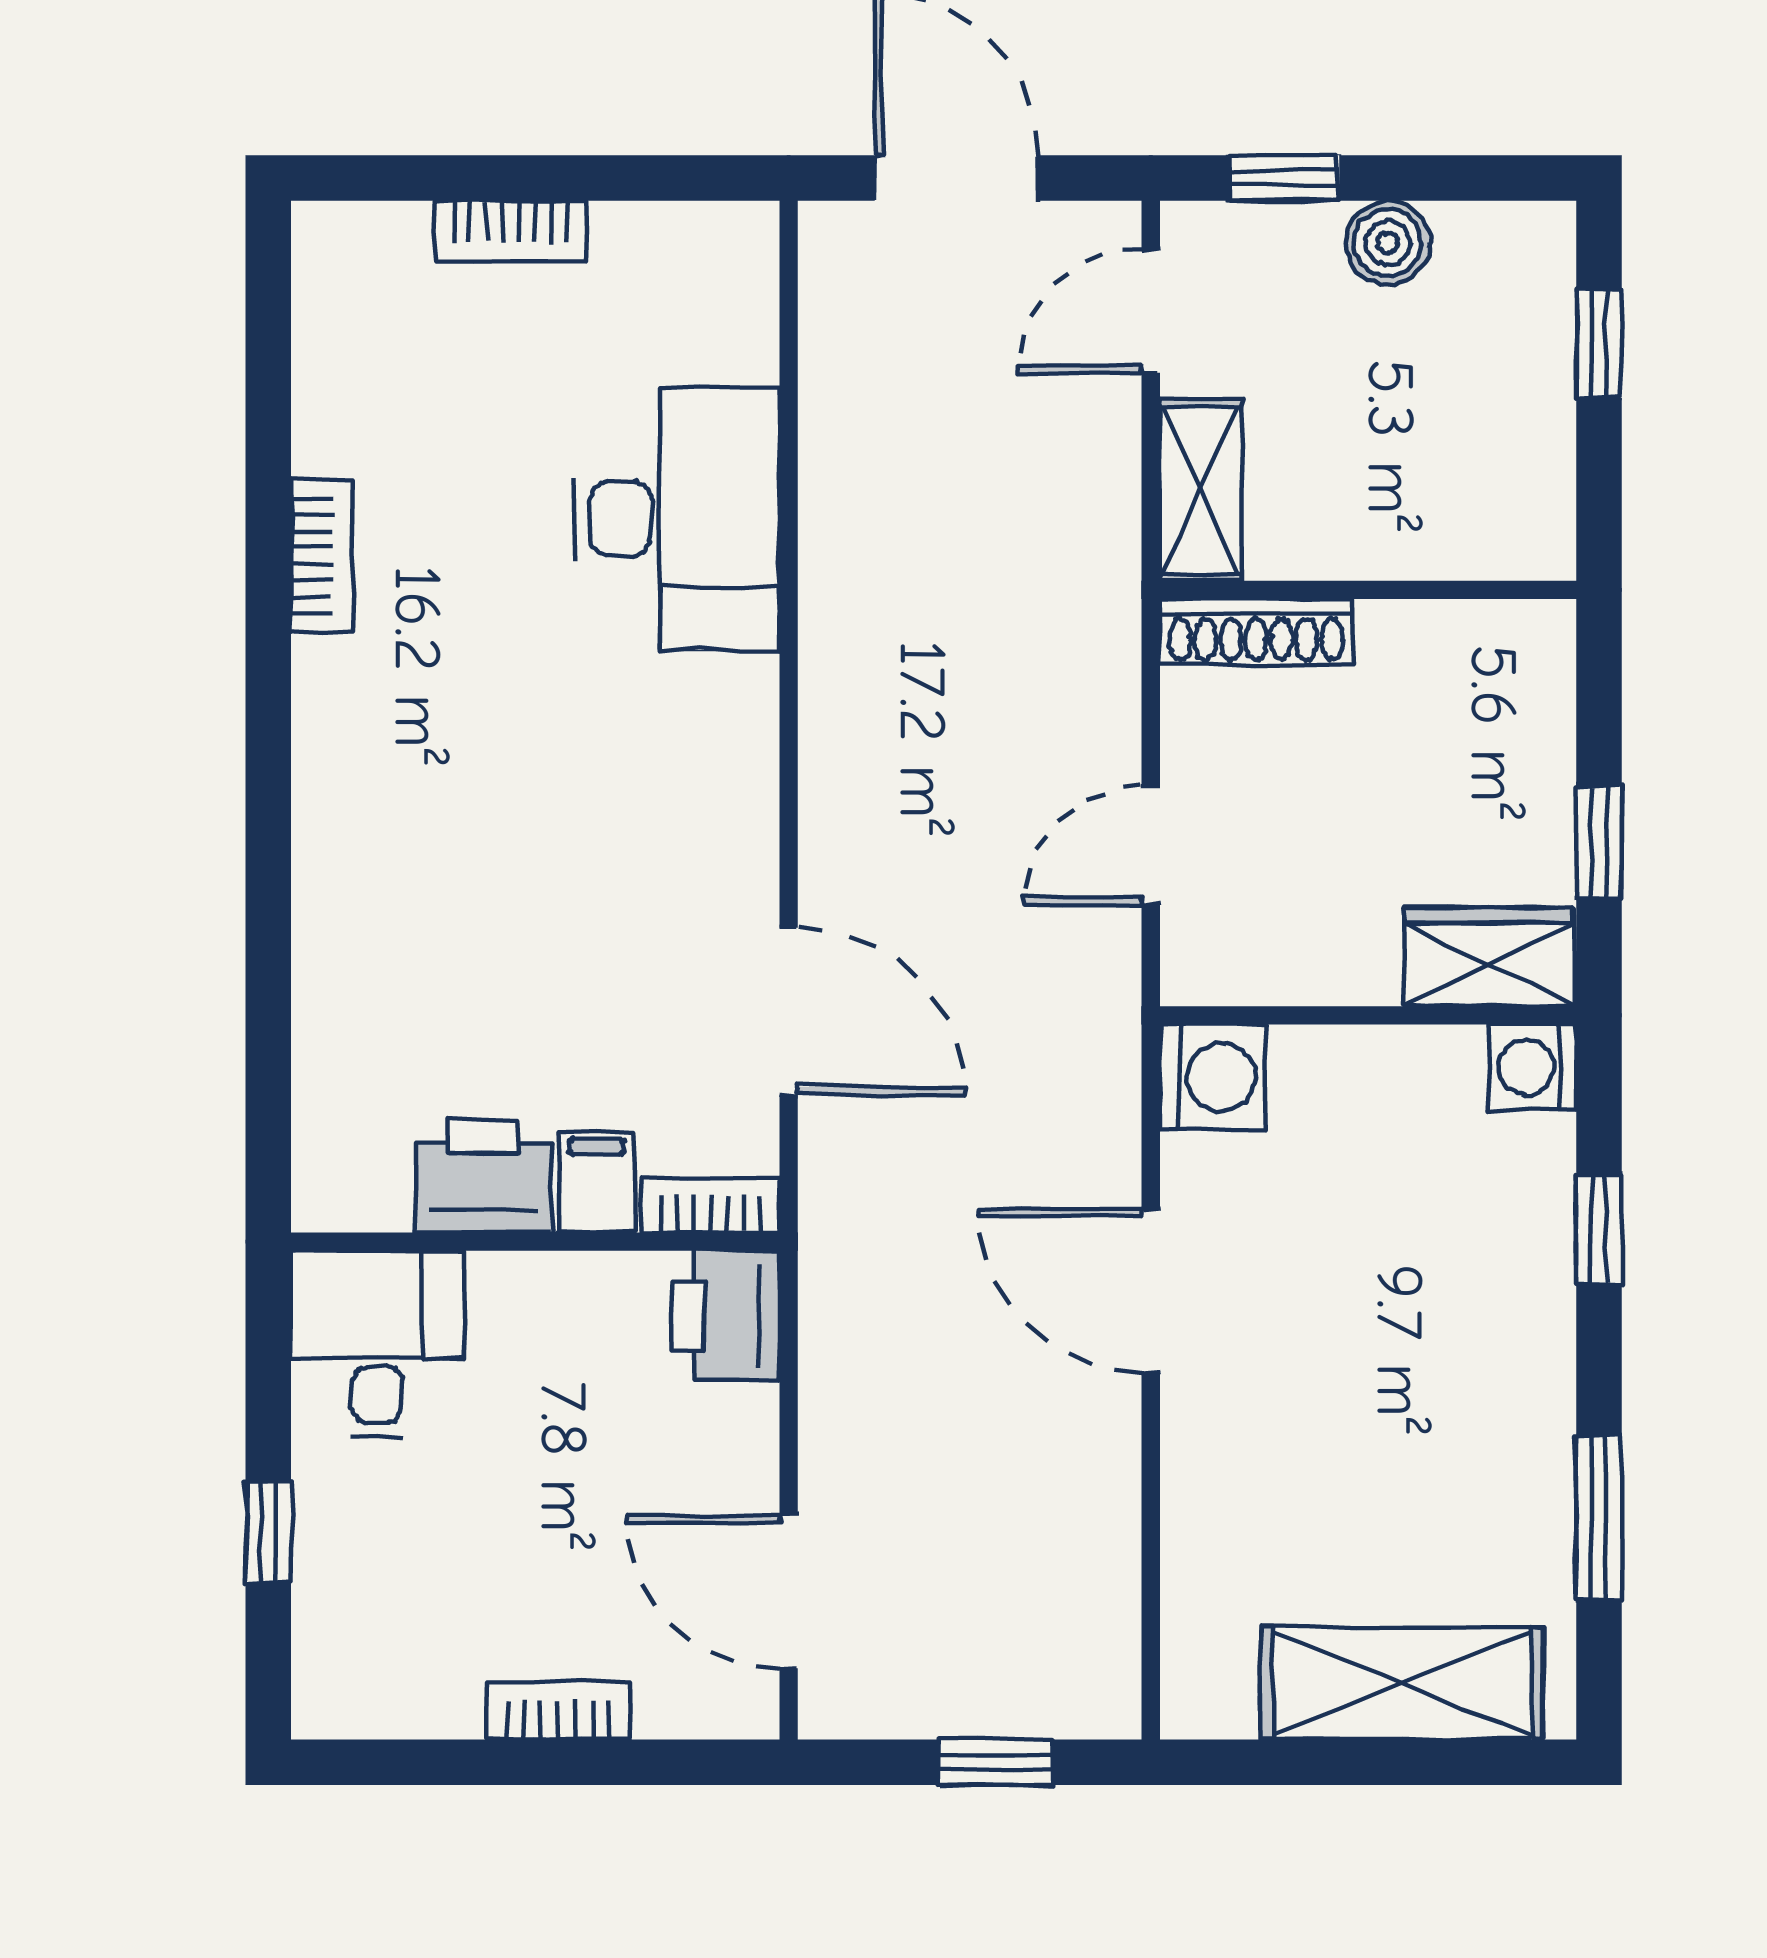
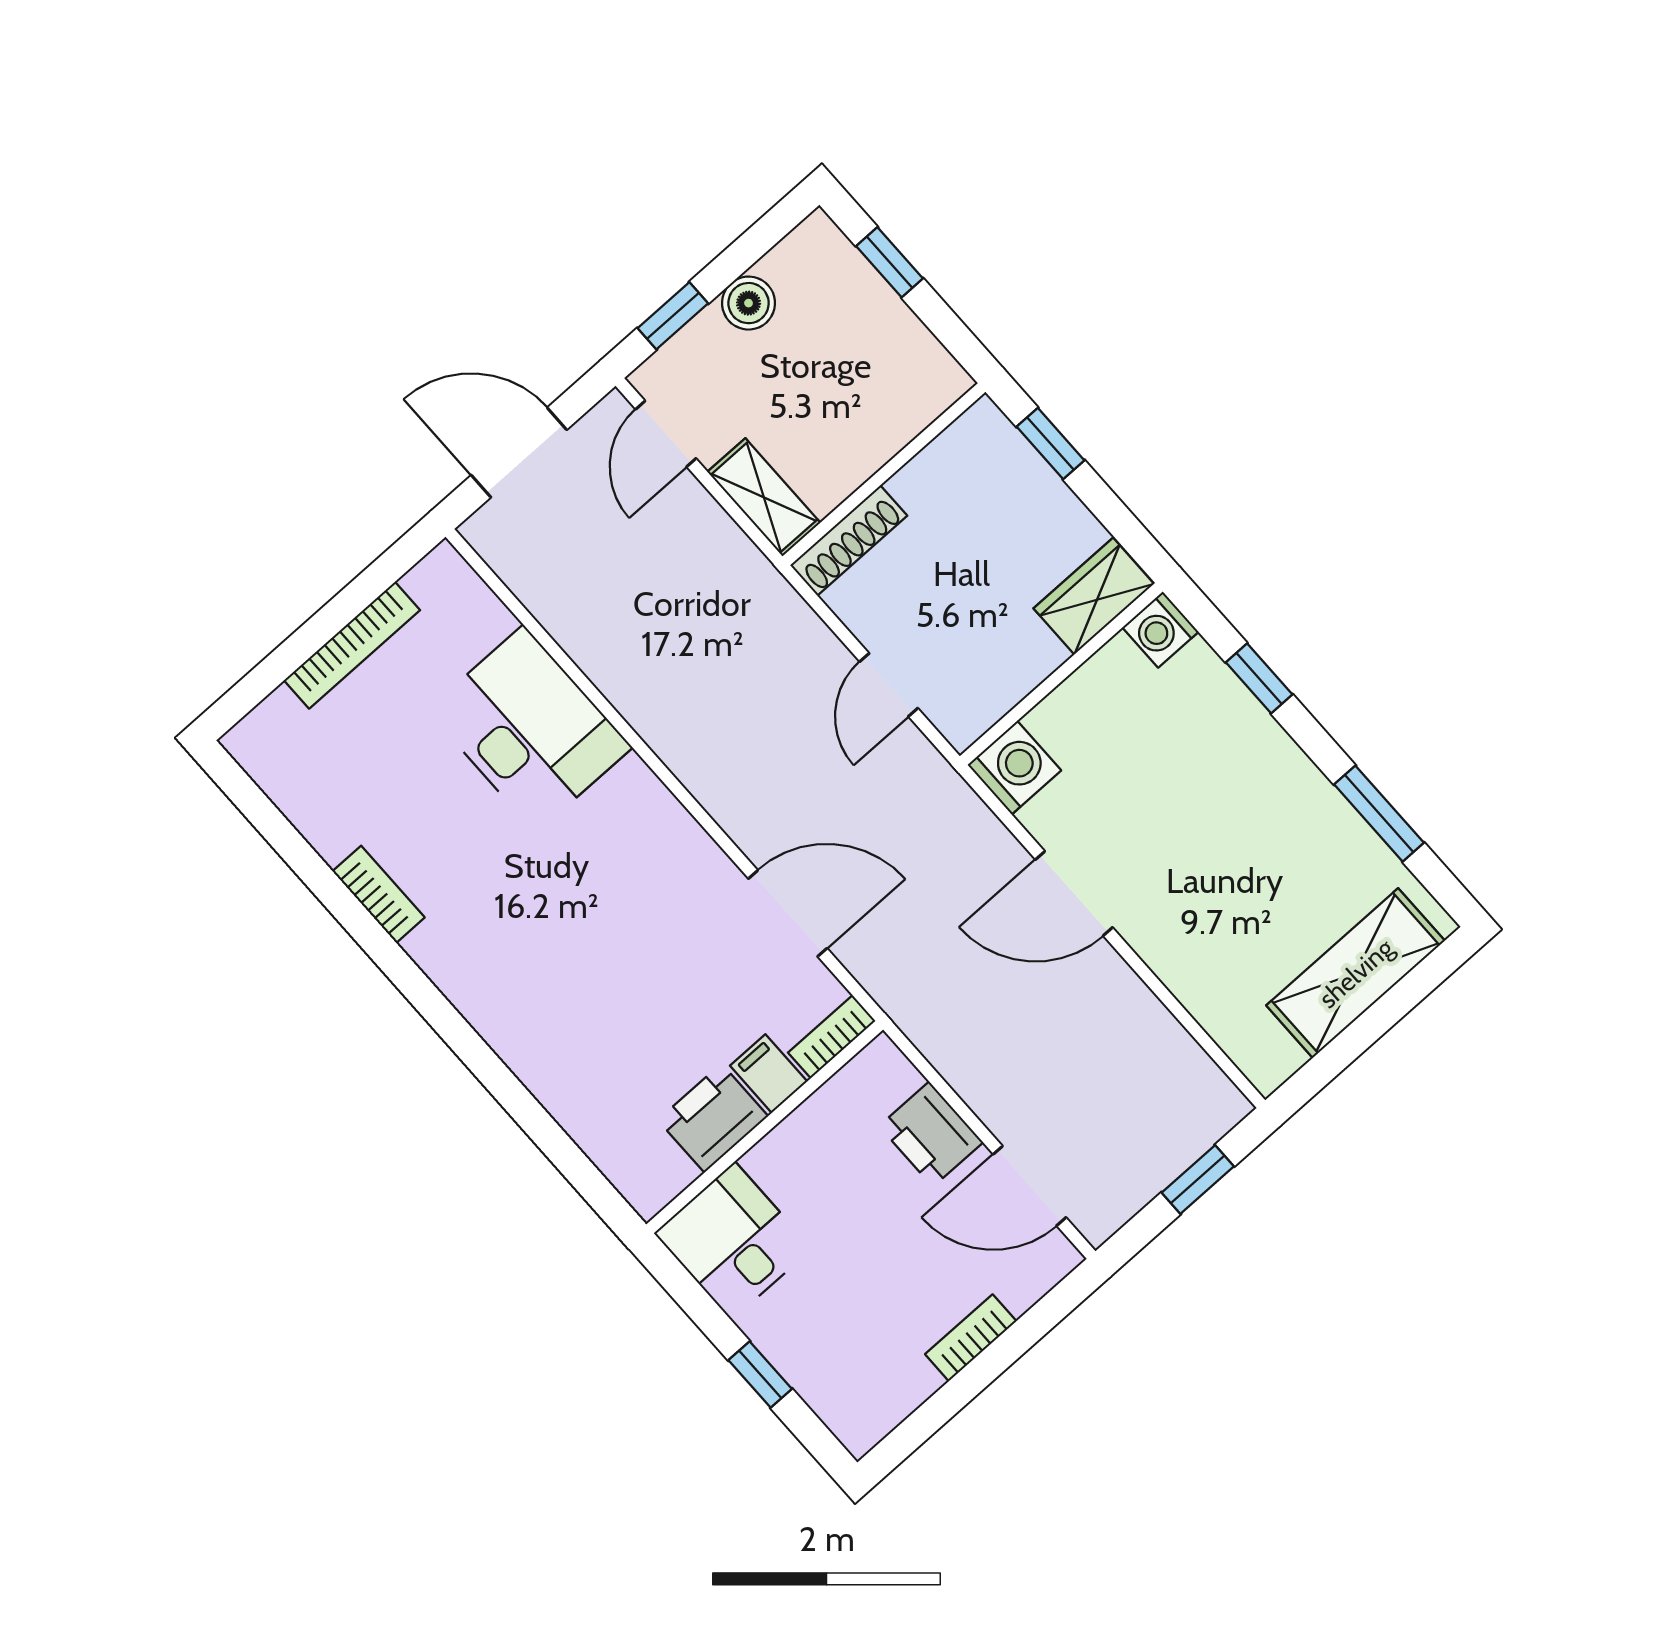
bookcase: (511, 231) -> (352, 645), width x1.56
window: (1599, 842) -> (1051, 444), moved
printer: (726, 1316) -> (931, 1134), moved

